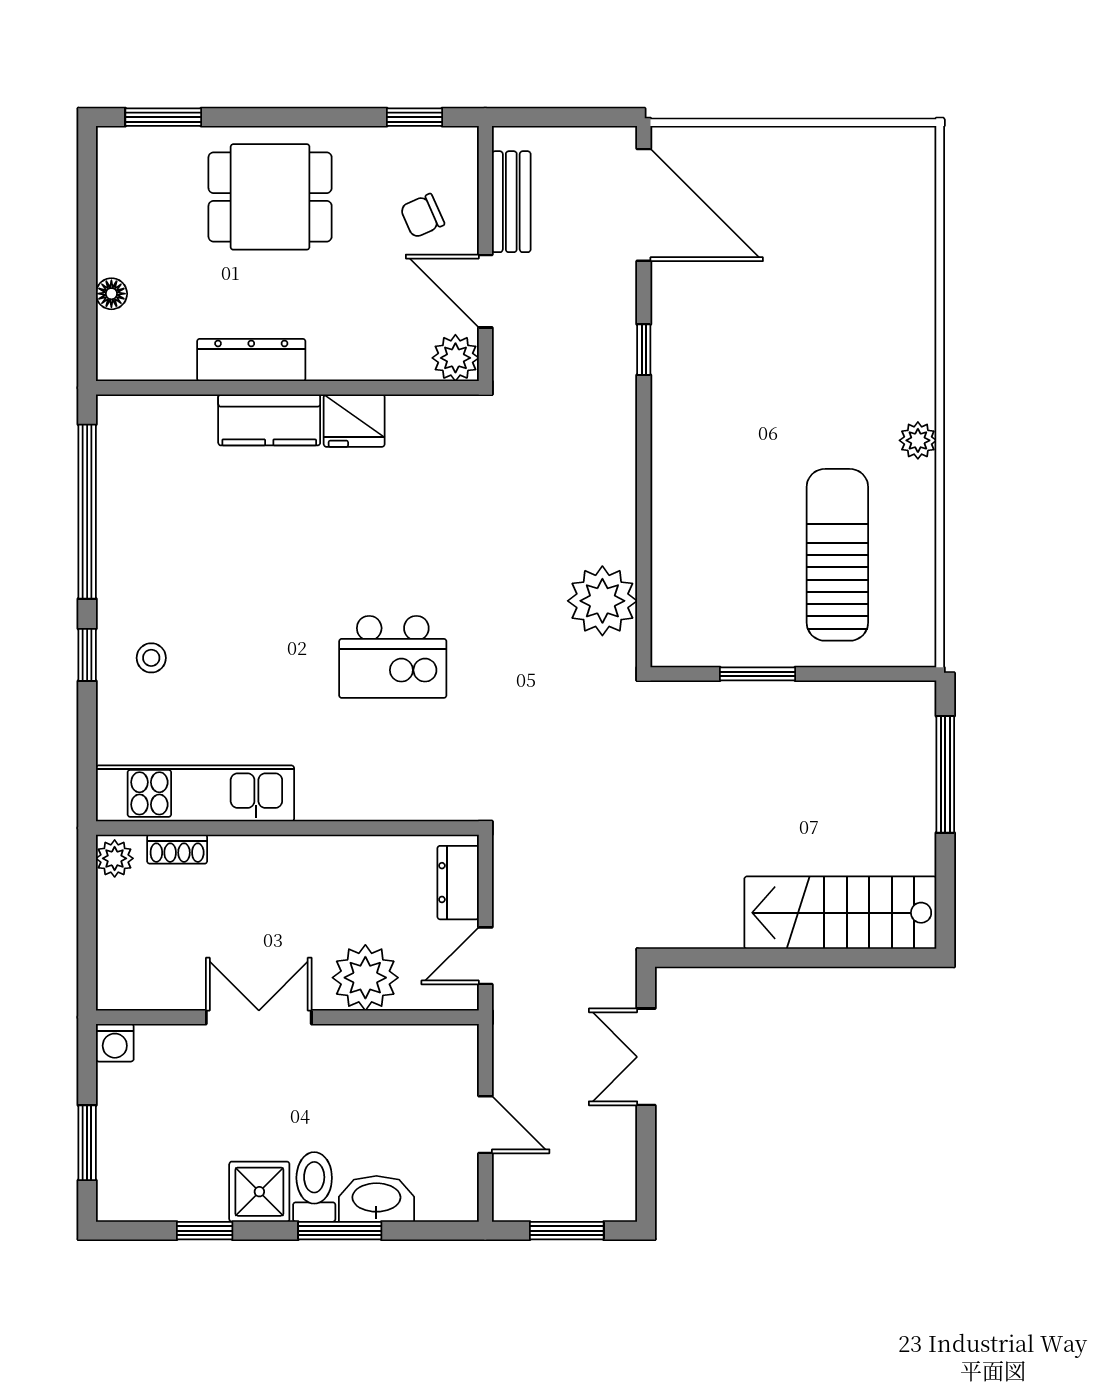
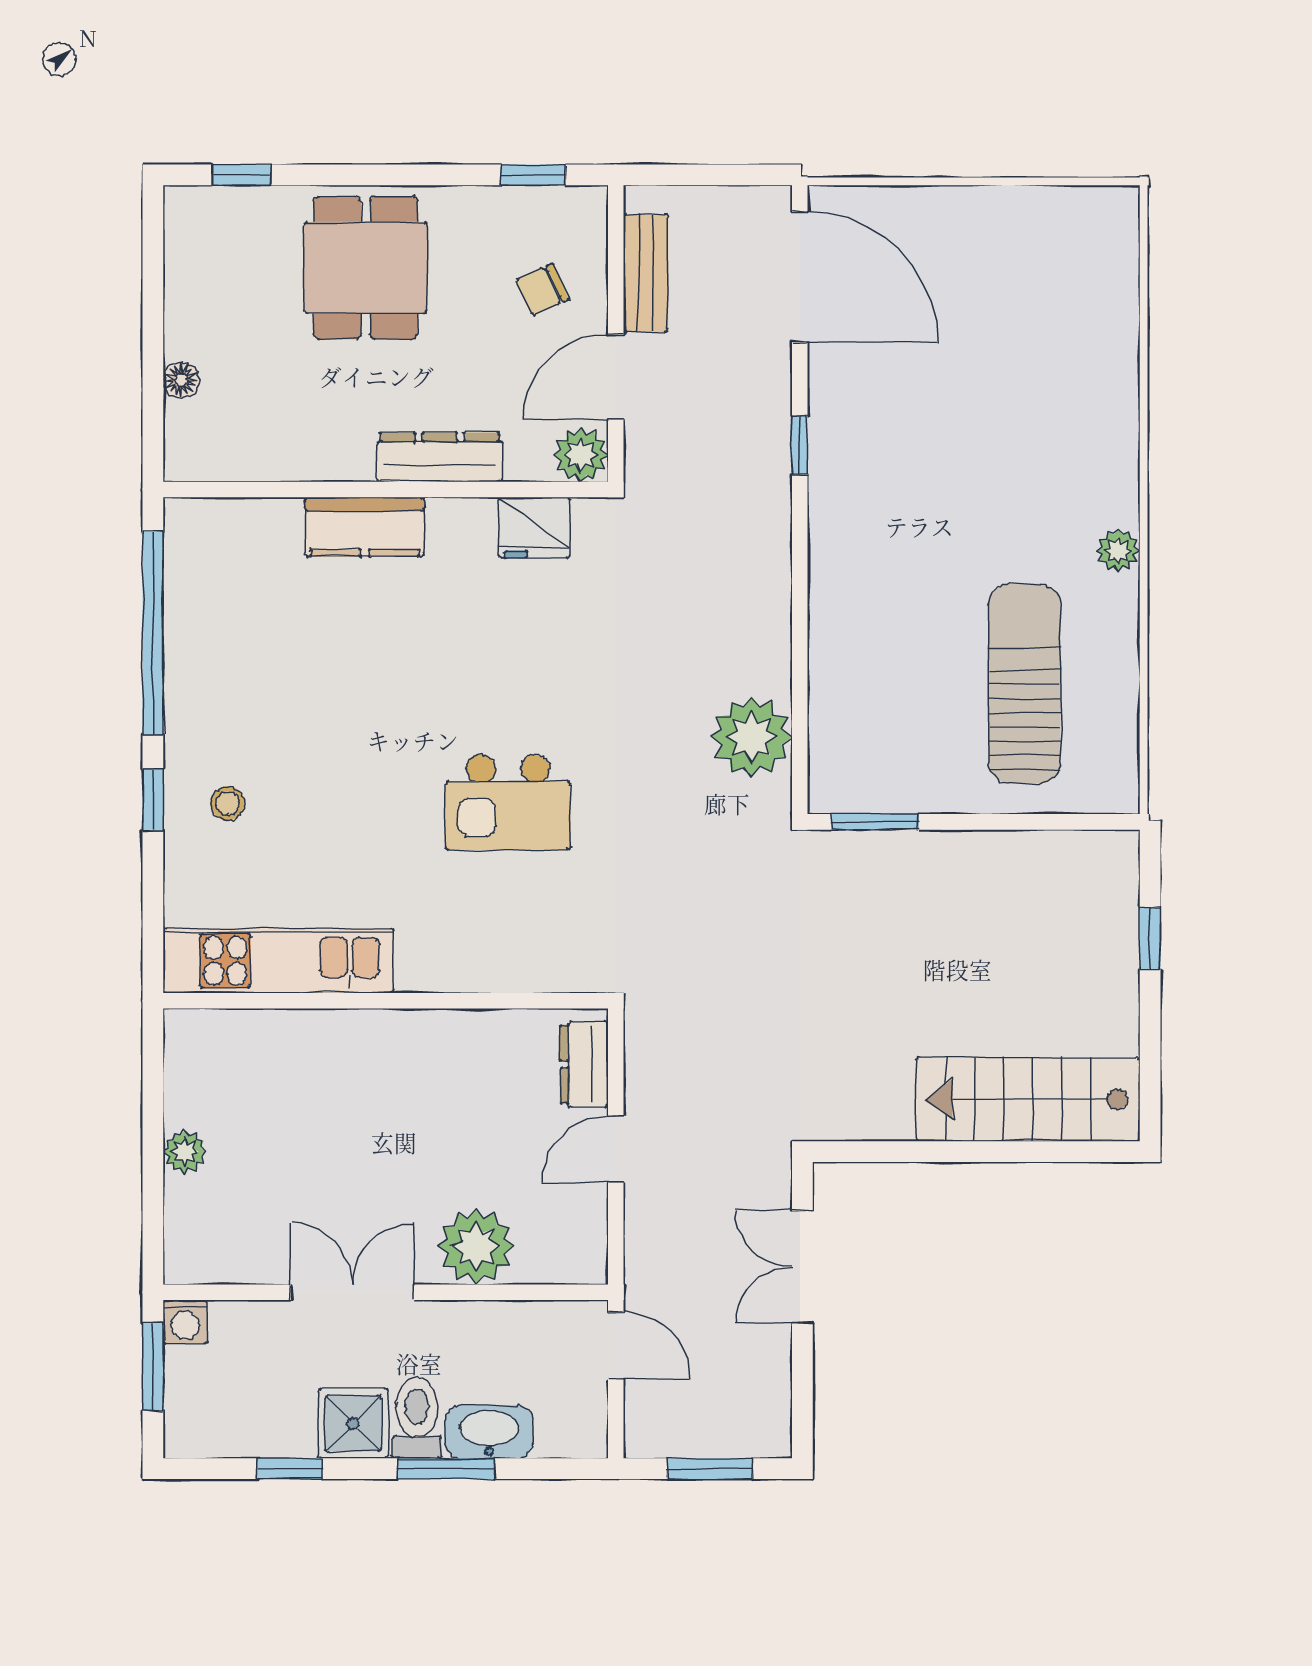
window: (163, 117) -> (241, 175), width x0.67
dining table: (270, 197) -> (366, 268), turned 90
door: (485, 291) -> (616, 377), hinge flipped
dresser: (251, 360) -> (440, 457), moved
fridge: (354, 421) -> (534, 528), moved
window: (758, 674) -> (875, 822), moved
window: (945, 774) -> (1150, 939), width x0.46
shoe rack: (177, 849) -> (257, 1025), removed
plant: (115, 858) -> (185, 1152), moved
plant: (365, 978) -> (476, 1246), moved
double door: (259, 1017) -> (352, 1292), moved
wall: (287, 1017) -> (386, 1292), moved
washing machine: (115, 1043) -> (185, 1322), moved

